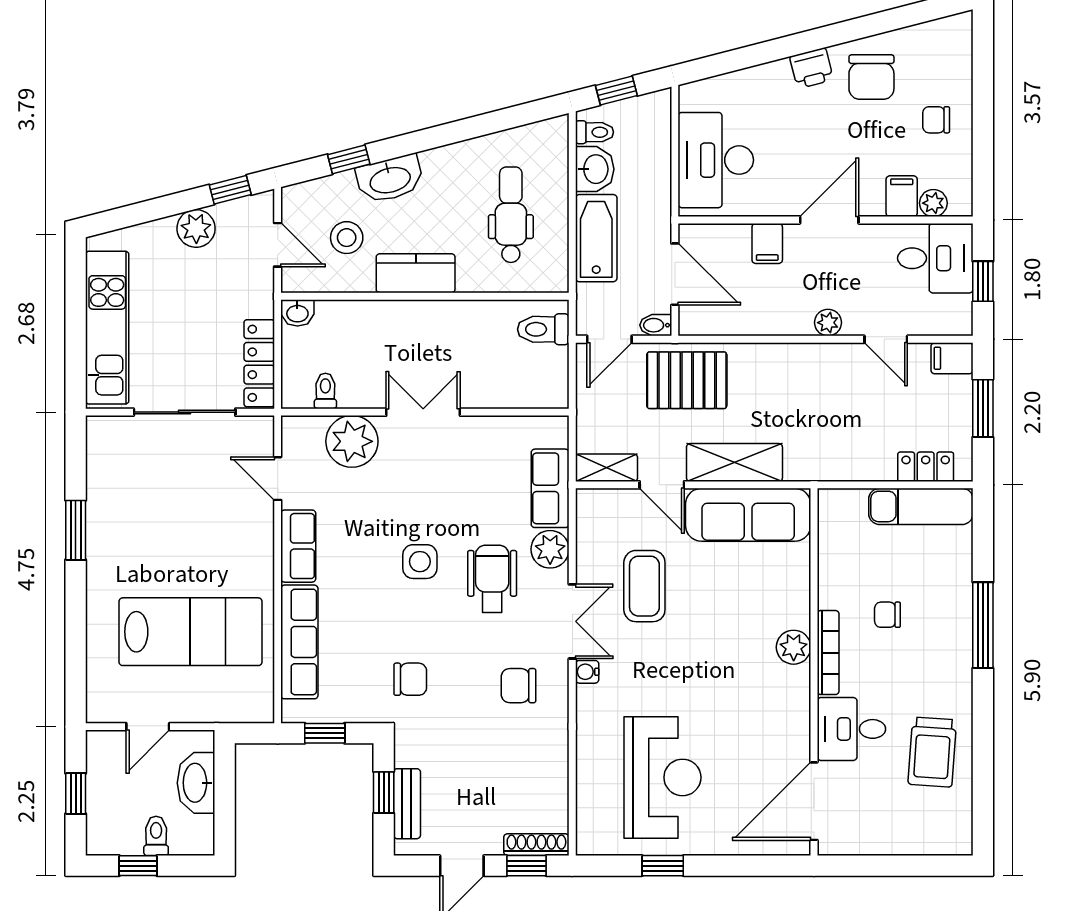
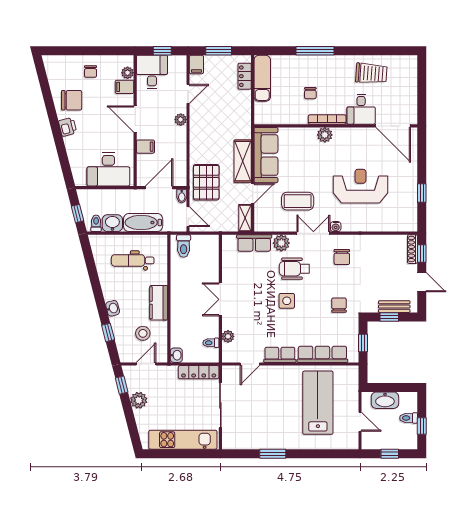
washbasin: (390, 179) -> (113, 308), width x0.52, depth x0.69
plant: (352, 441) -> (228, 336), width x0.53, depth x0.53
reception desk: (662, 777) -> (360, 186), moved

